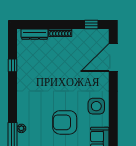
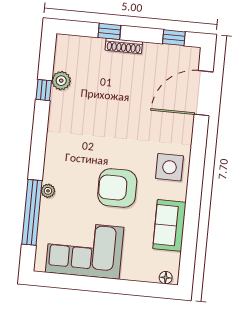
window: (50, 24) -> (109, 31), added
dresser: (35, 34) -> (83, 44), removed
plant: (23, 58) -> (61, 81), added

